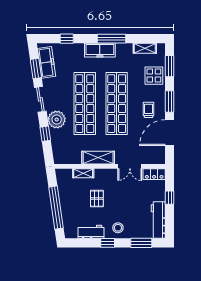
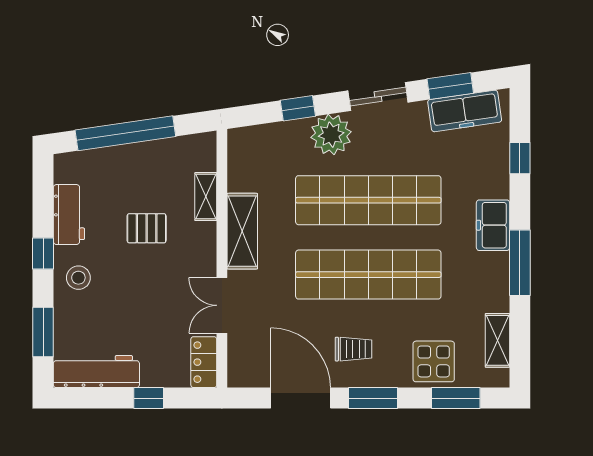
freezer: (100, 50) -> (493, 225), width x0.71

